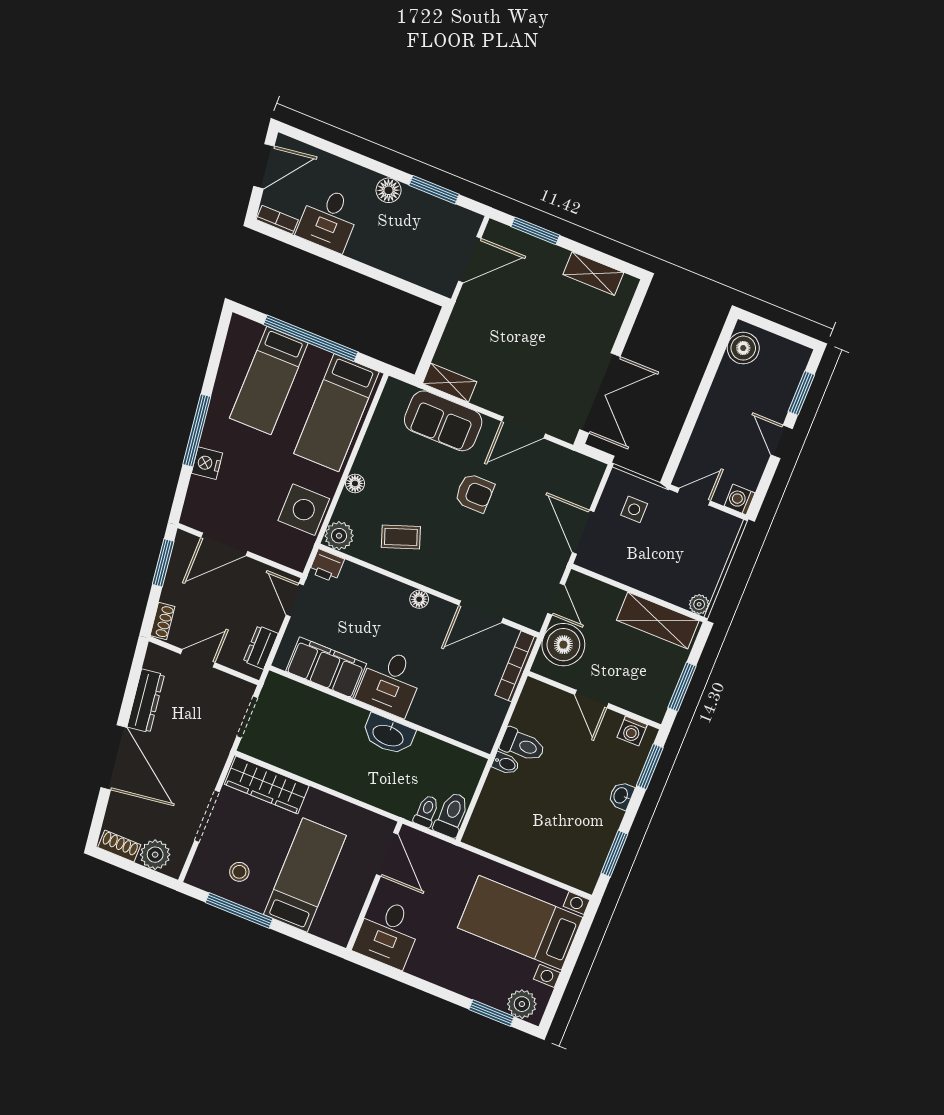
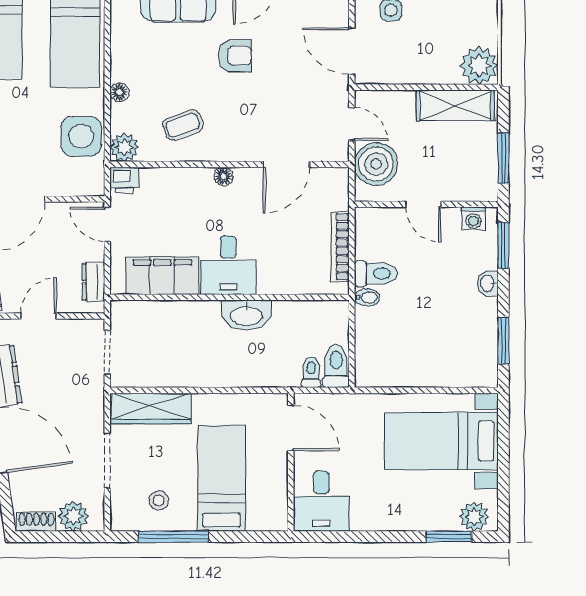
plant: (699, 604) -> (479, 66), width x1.87, depth x1.87
bookcase: (516, 666) -> (340, 247), moved

